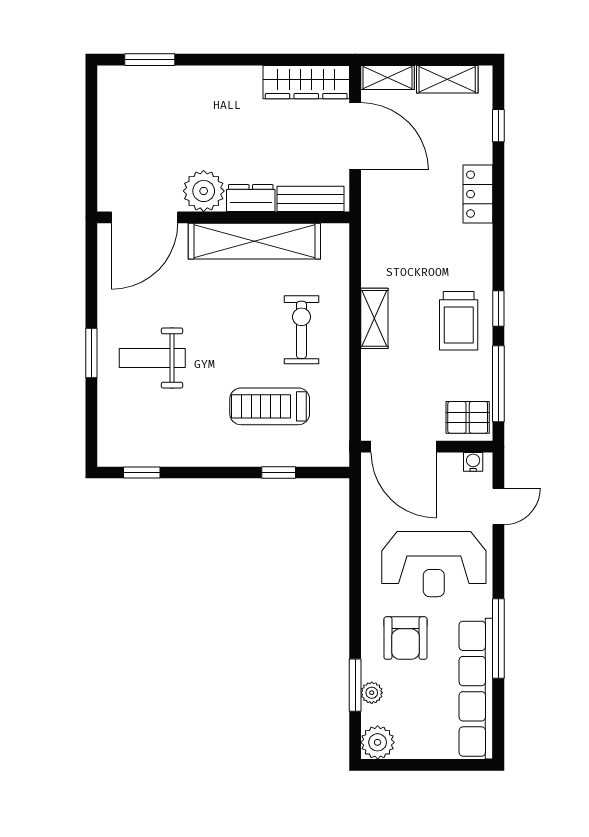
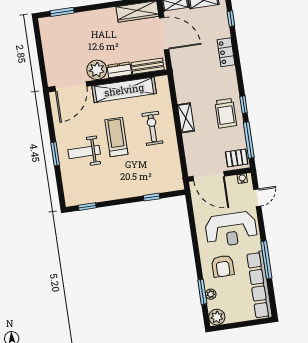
treadmill: (270, 406) -> (116, 137), moved, turned 90

